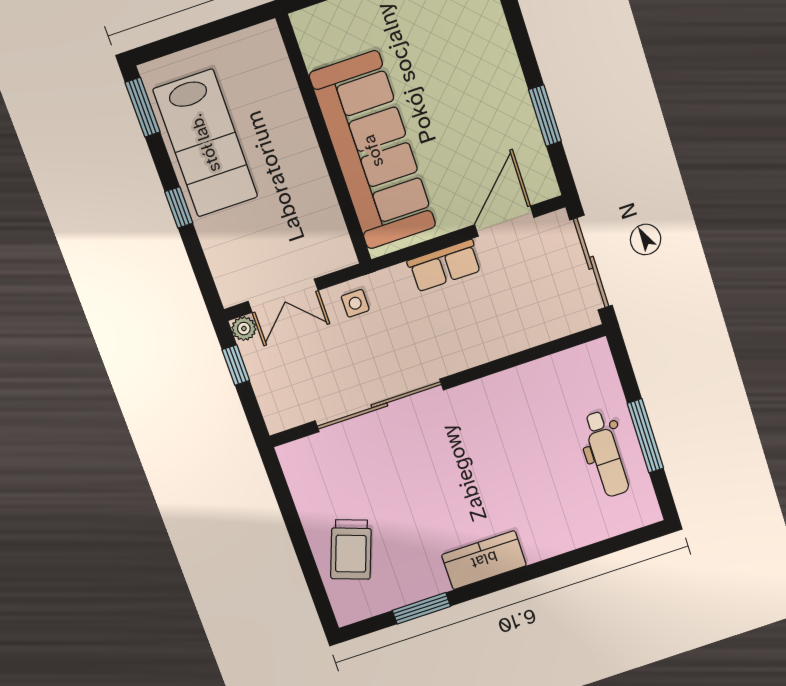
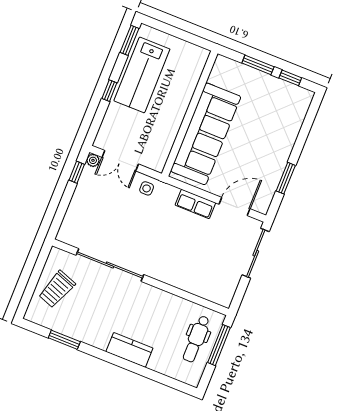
wall: (437, 386) -> (140, 277), moved
sliding door: (379, 405) -> (110, 265), moved
kitchen counter: (484, 560) -> (129, 350), moved

